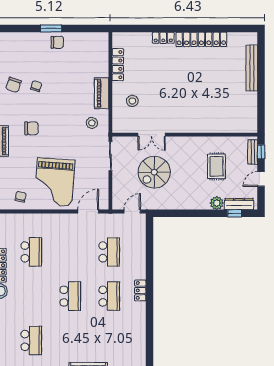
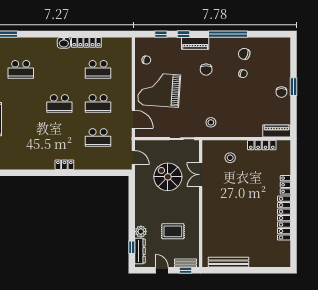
bench: (252, 68) -> (229, 262), moved
piano: (102, 93) -> (277, 131), moved
school desk: (109, 296) -> (98, 103), moved

